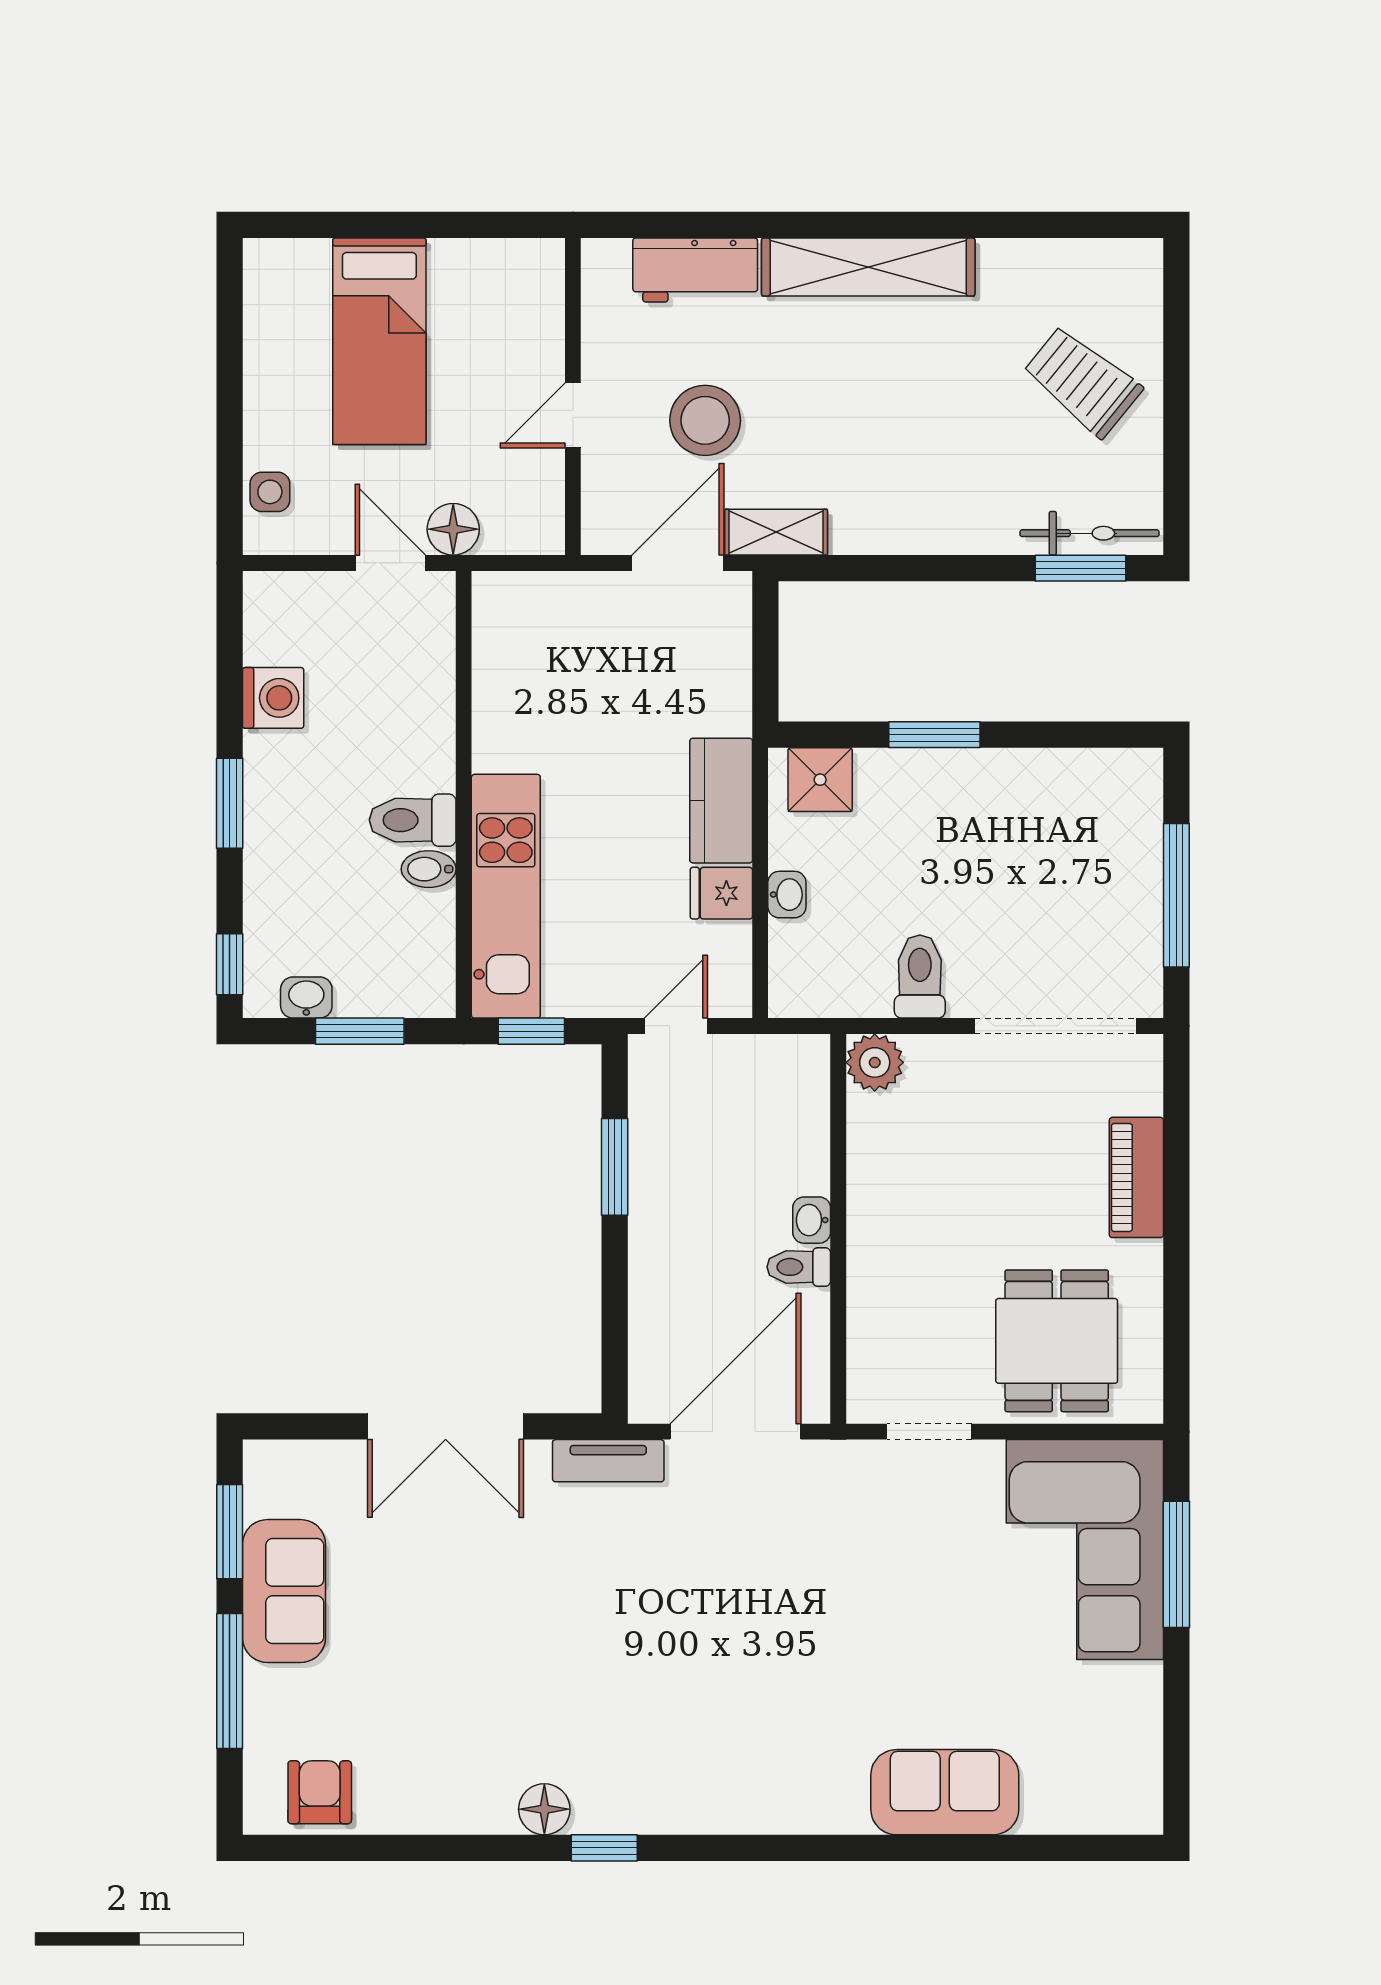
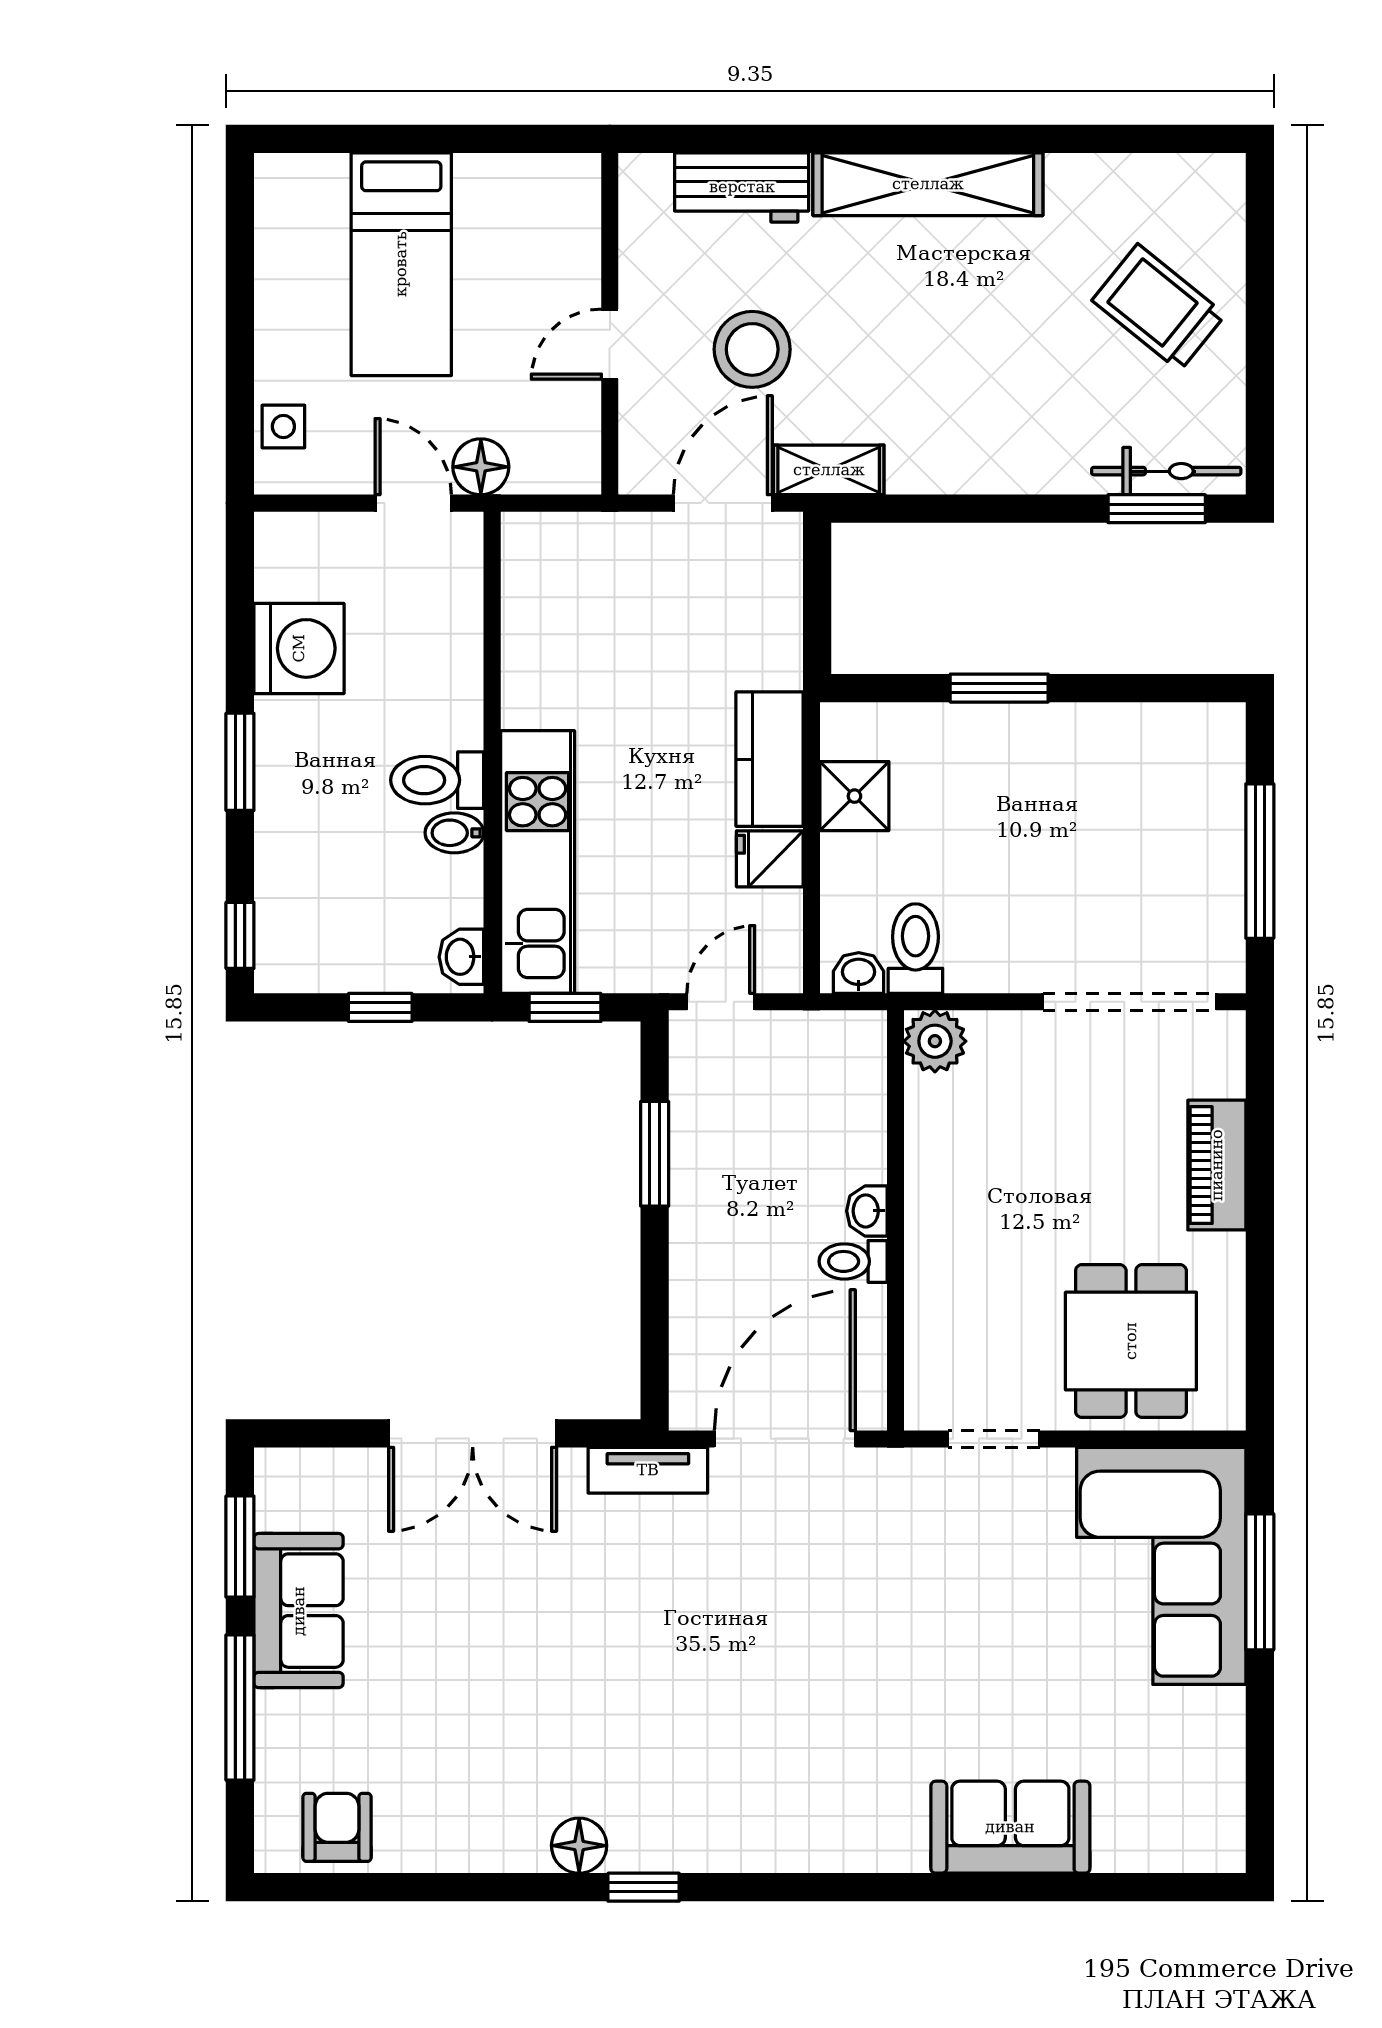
washing machine: (273, 698) -> (299, 648), width x1.37, depth x1.37
shower: (820, 780) -> (854, 796), moved
washbasin: (787, 895) -> (859, 973), moved, turned -90
toilet: (920, 977) -> (915, 949), moved
washbasin: (306, 997) -> (461, 957), moved, turned -90
window: (360, 1031) -> (380, 1007), width x0.67

